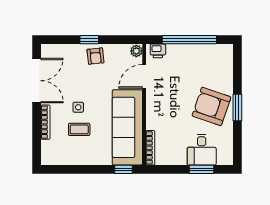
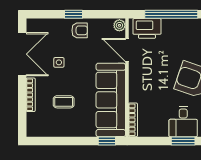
printer: (158, 51) -> (147, 28), width x1.87, depth x1.48
armchair: (95, 56) -> (80, 30), turned -84
door: (144, 76) -> (127, 50), hinge flipped
side table: (78, 107) -> (59, 62), moved

